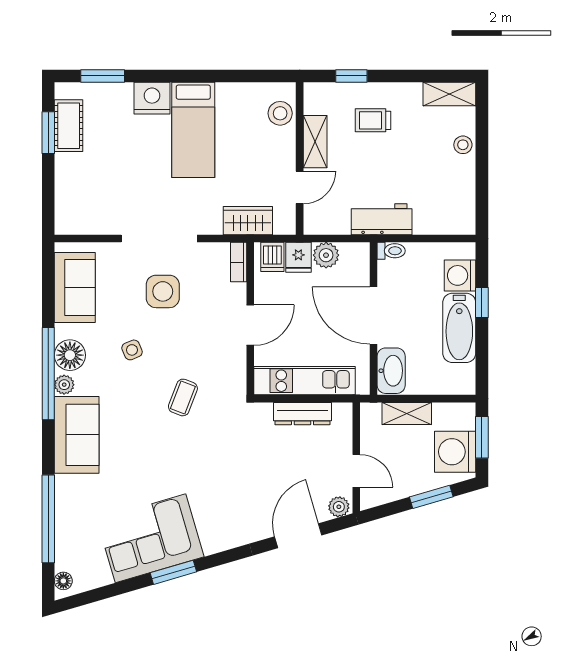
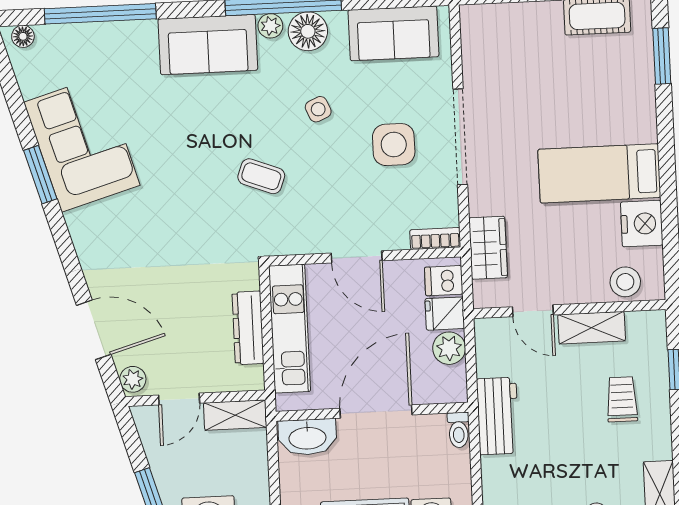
nightstand: (152, 98) -> (642, 224), moved
shelving: (407, 413) -> (235, 415), moved, turned 90

